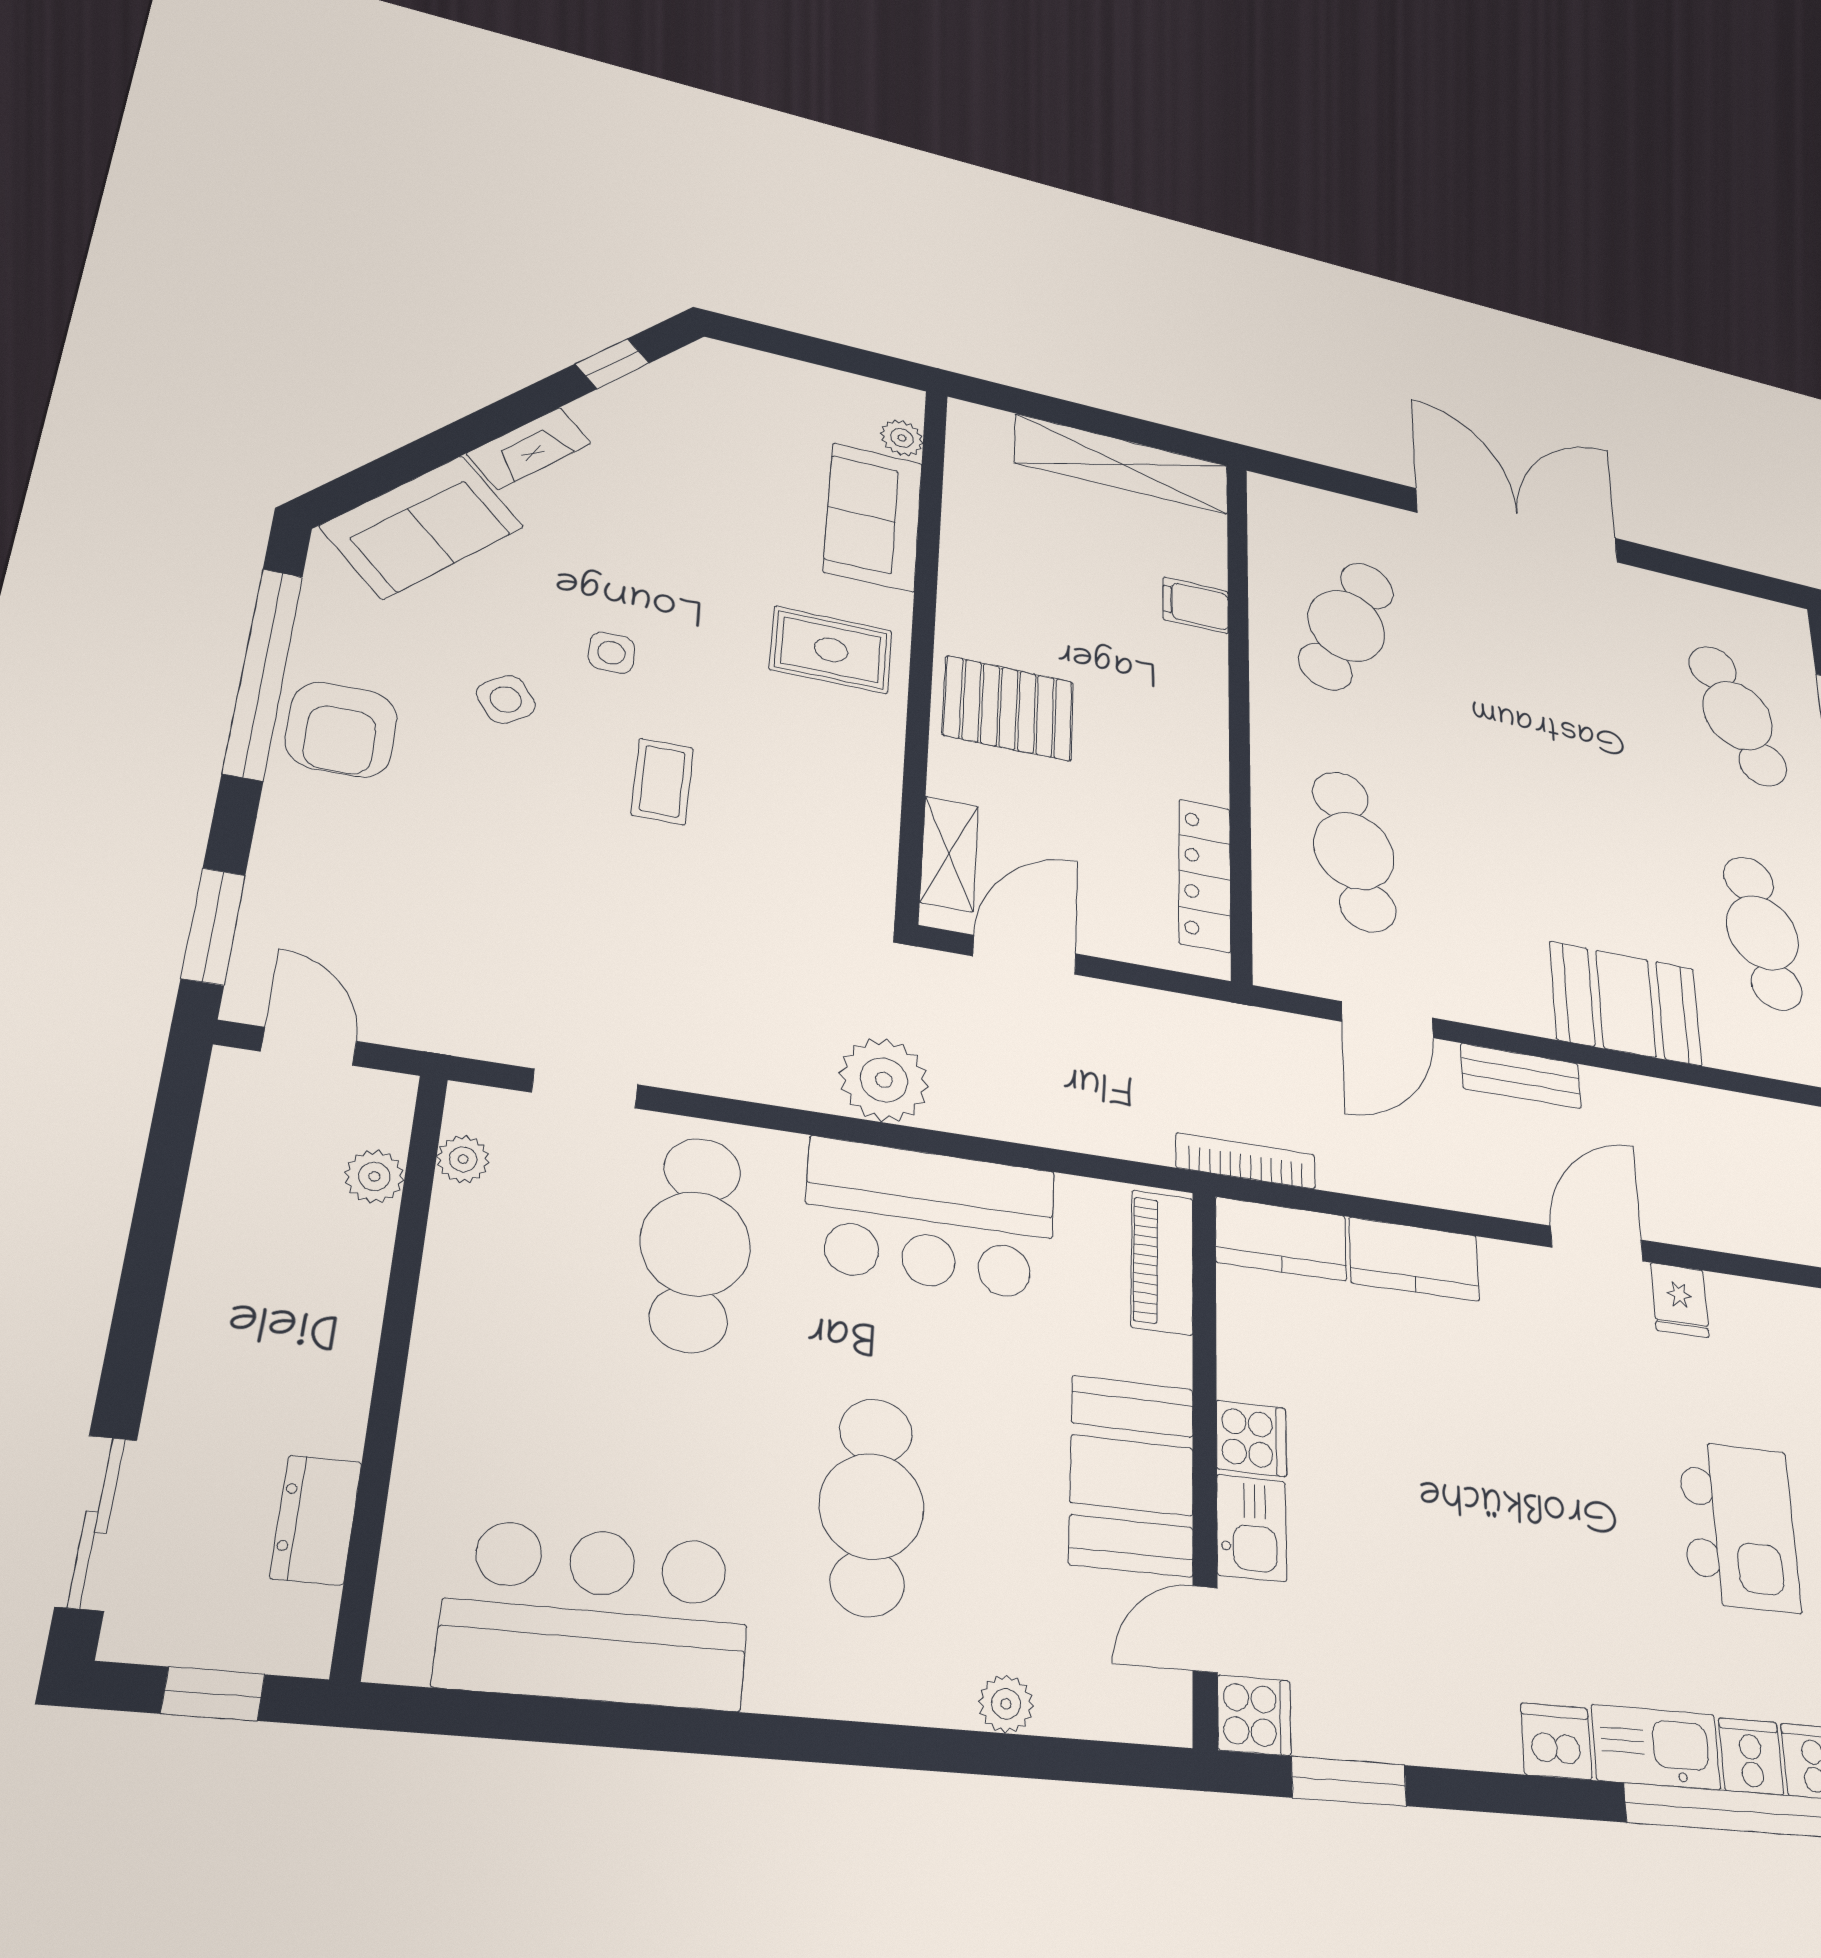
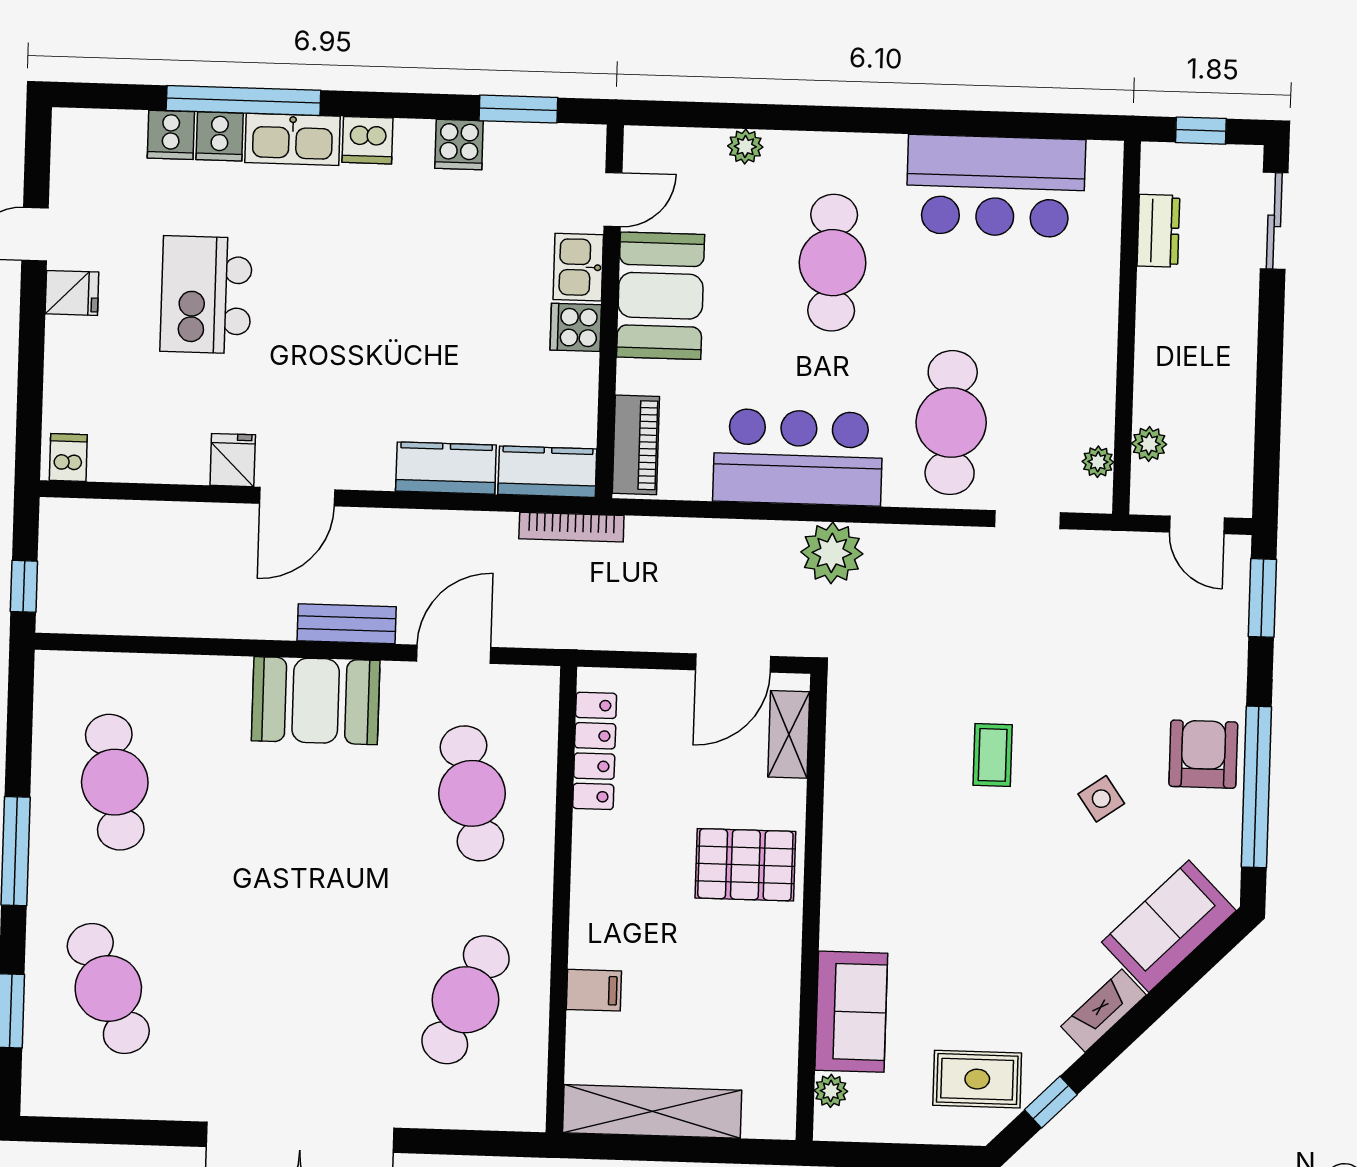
rug: (831, 650) -> (977, 1079), moved
side table: (611, 653) -> (1034, 851), removed
booth: (1626, 1004) -> (316, 701), moved
cooker: (1254, 1715) -> (459, 145), moved, turned -90

